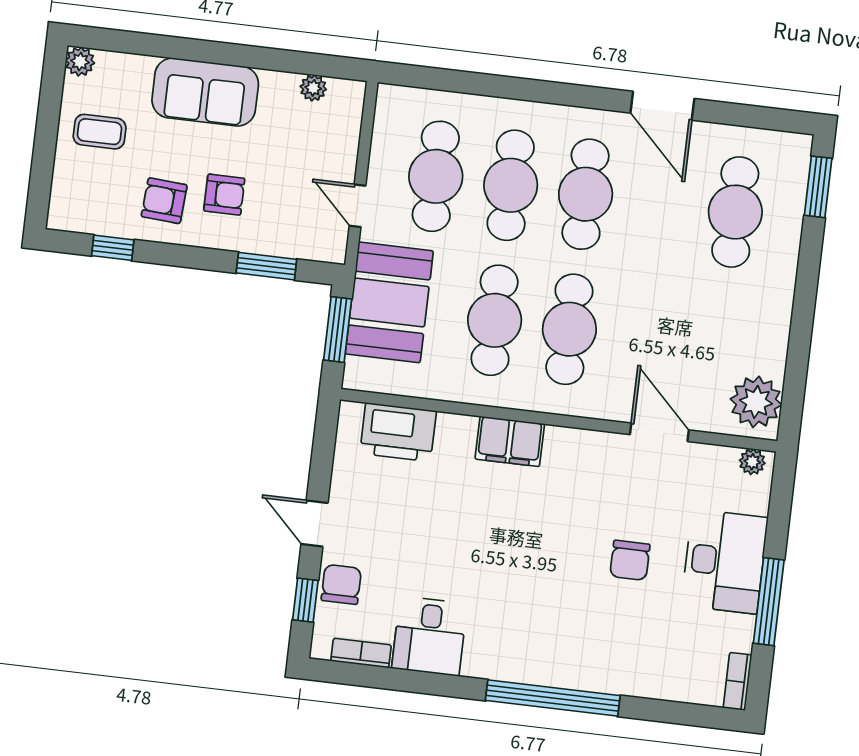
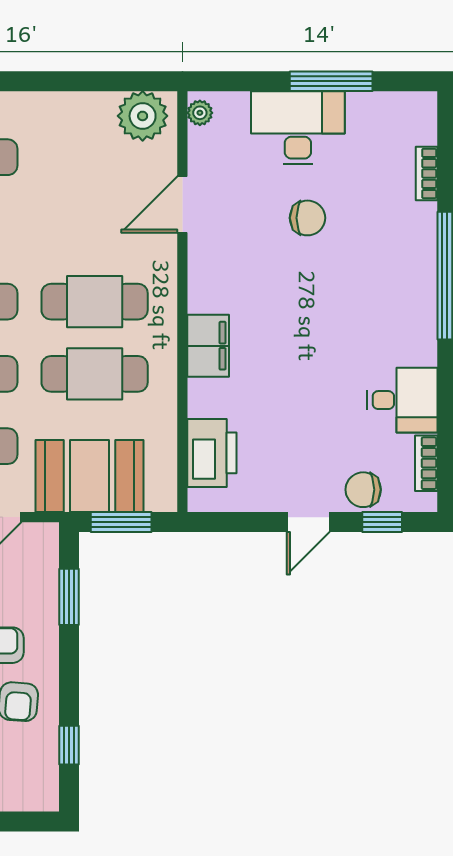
bookcase: (738, 681) -> (427, 174), moved, turned 90

